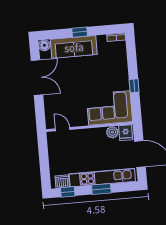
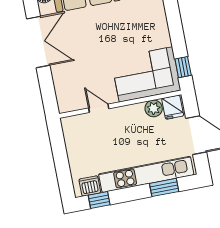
window: (134, 86) -> (183, 67), moved
door: (63, 129) -> (99, 108), moved
window: (101, 189) -> (164, 187), moved

